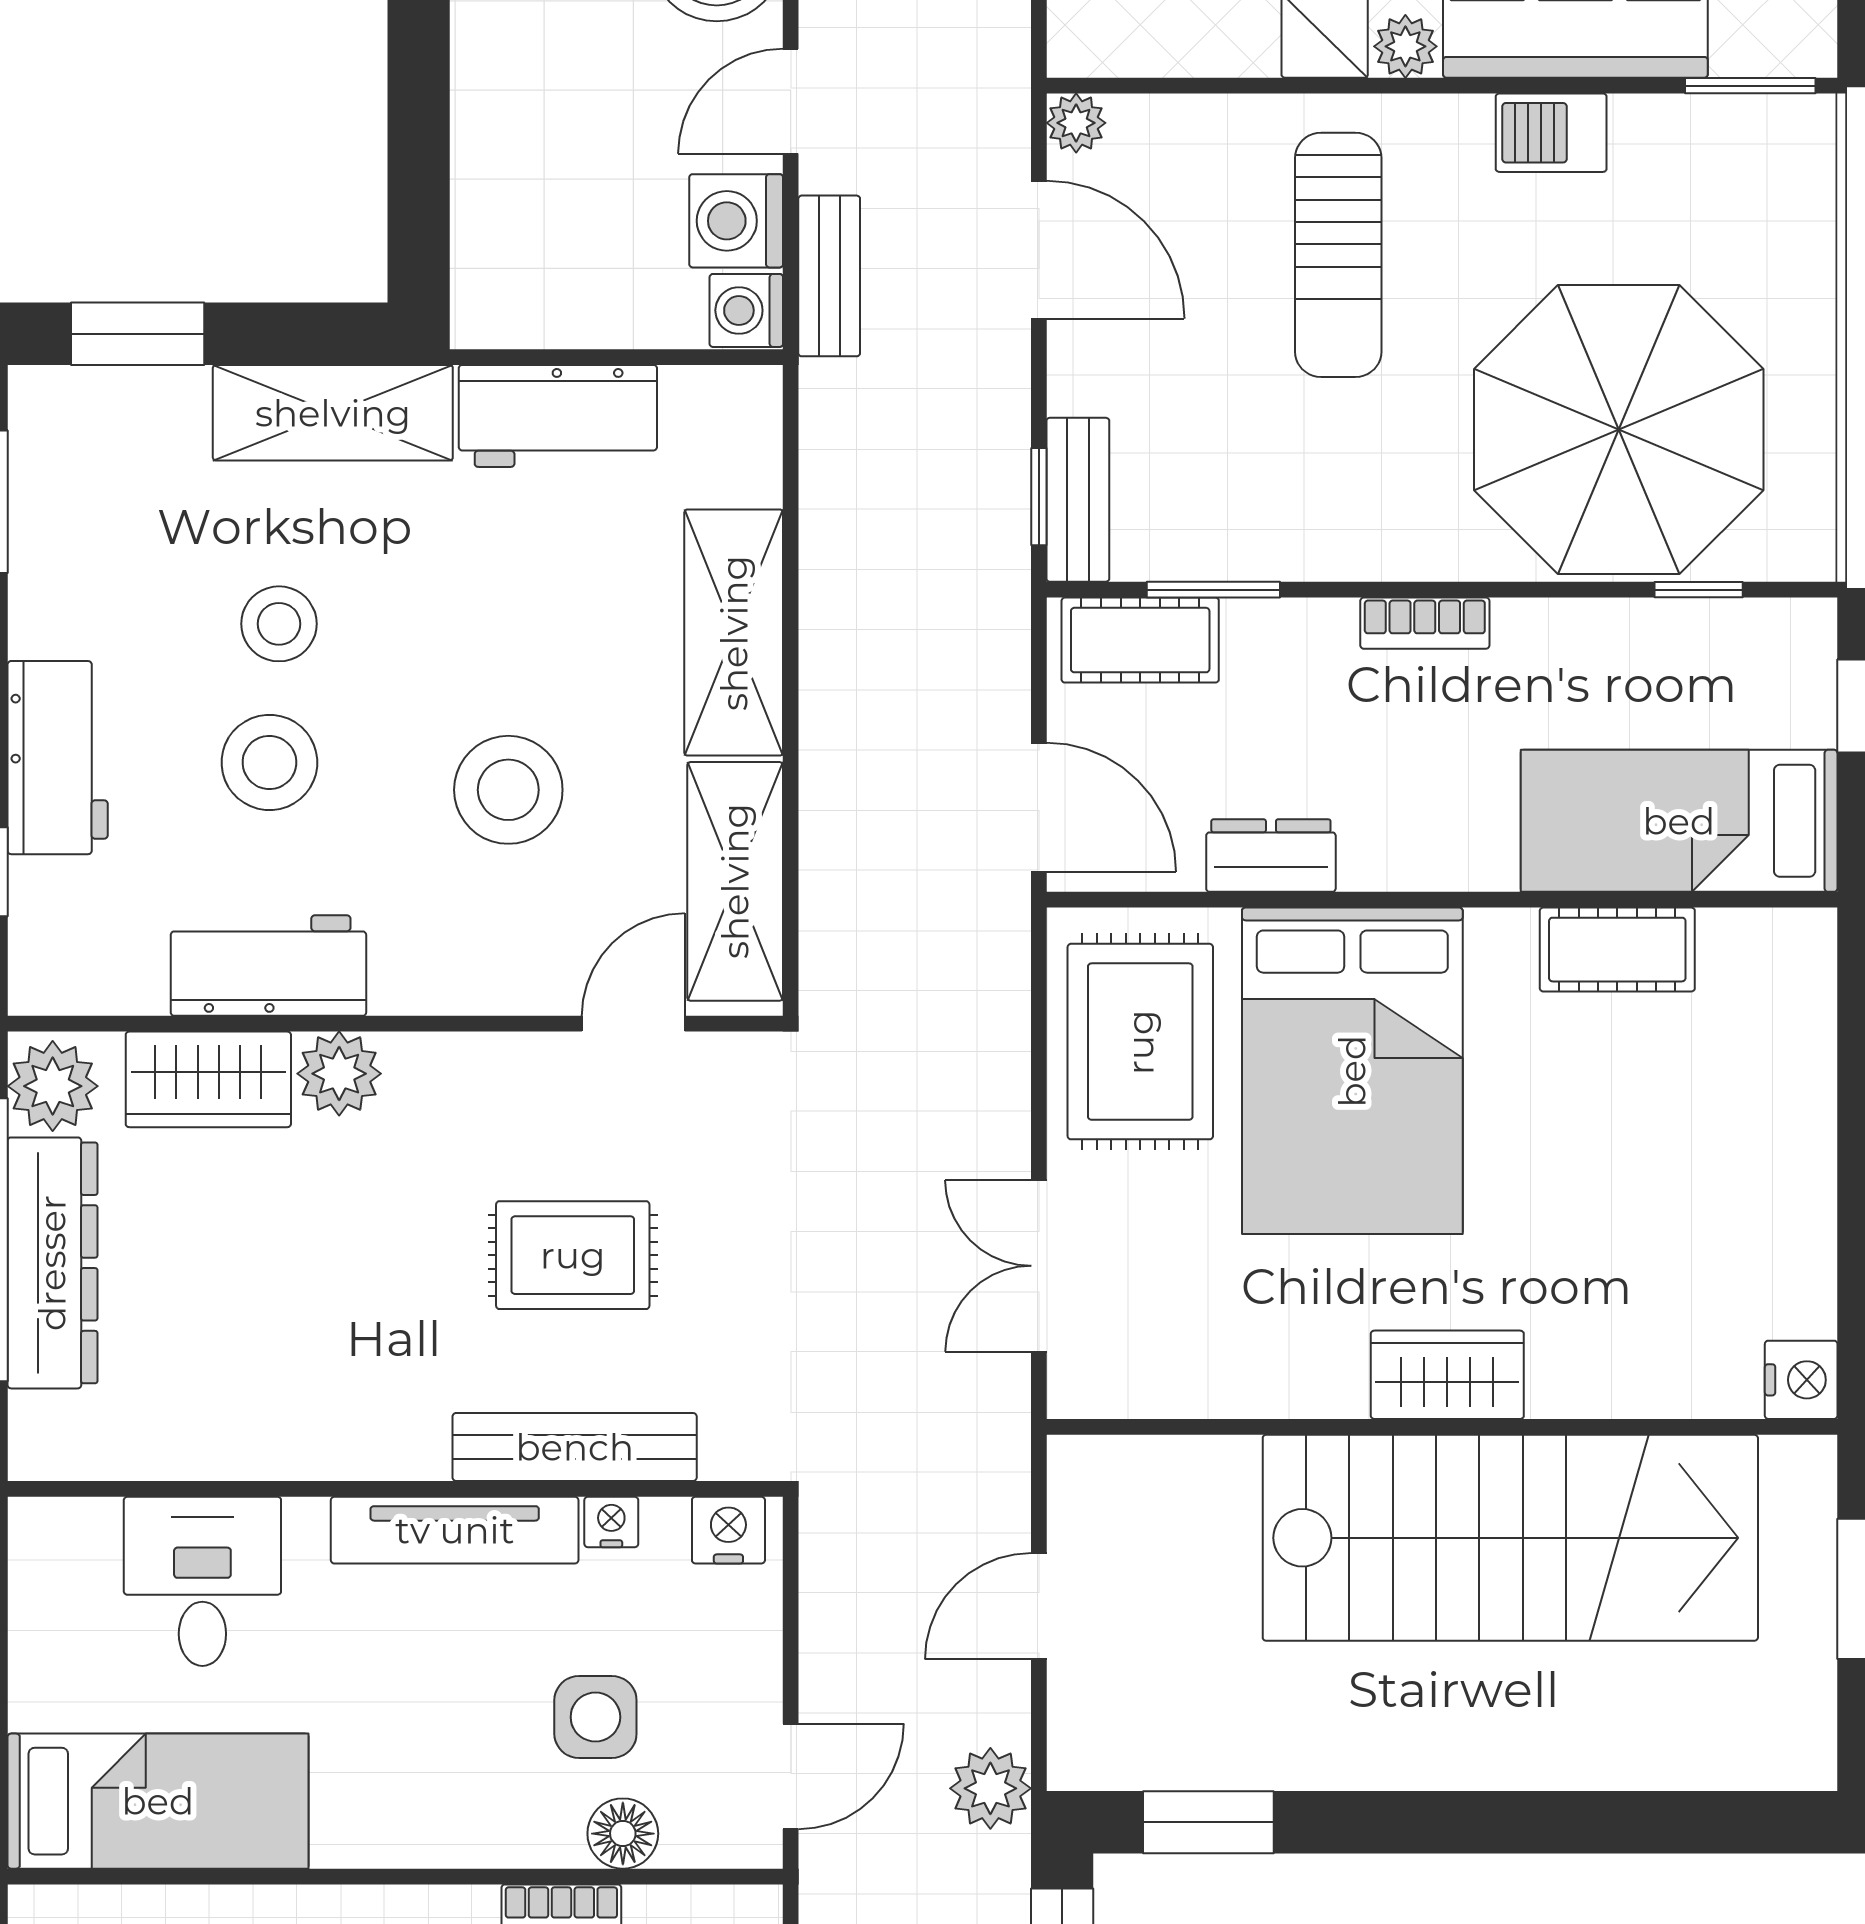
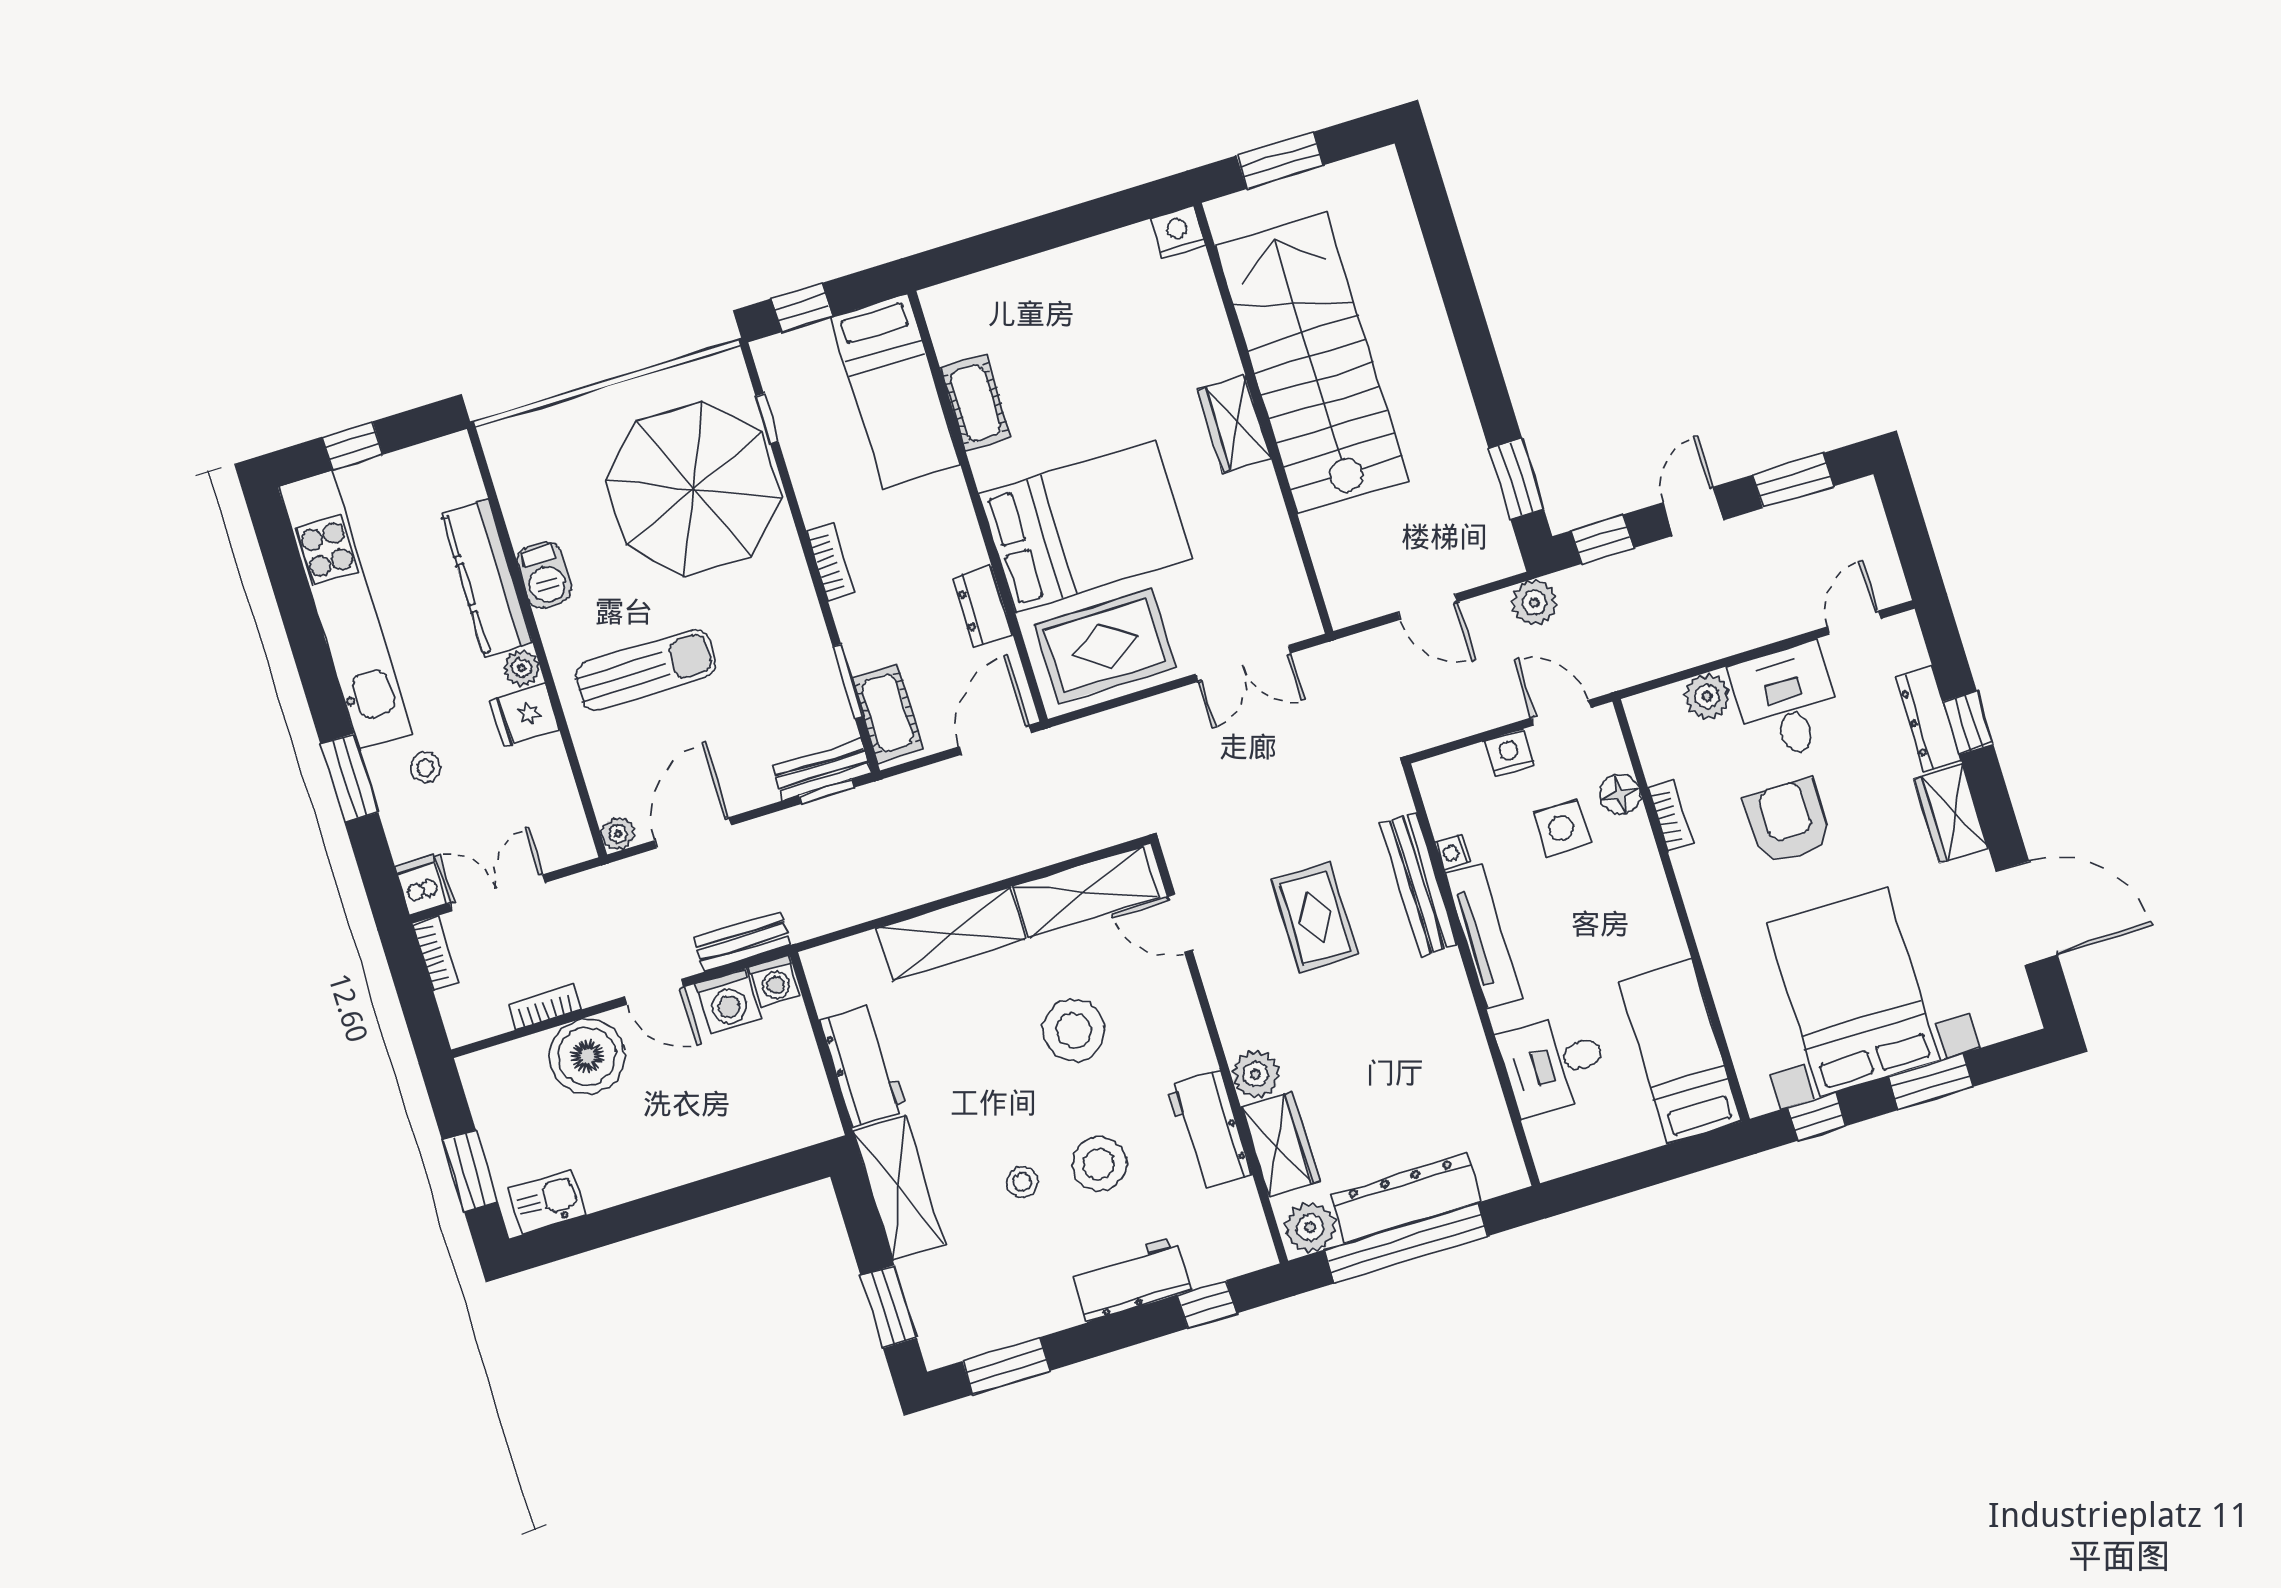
window: (1750, 86) -> (486, 475), removed
stool: (279, 624) -> (1022, 1182), width x0.73, depth x0.73
nightstand: (728, 1530) -> (1509, 753), moved, turned 90

